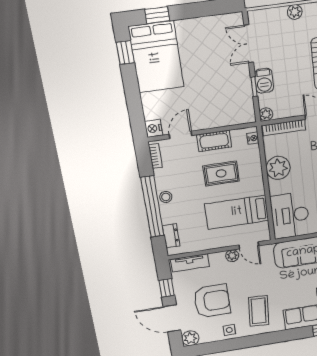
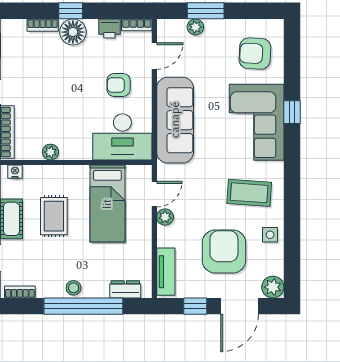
plant: (278, 168) -> (50, 152), width x0.53, depth x0.53

